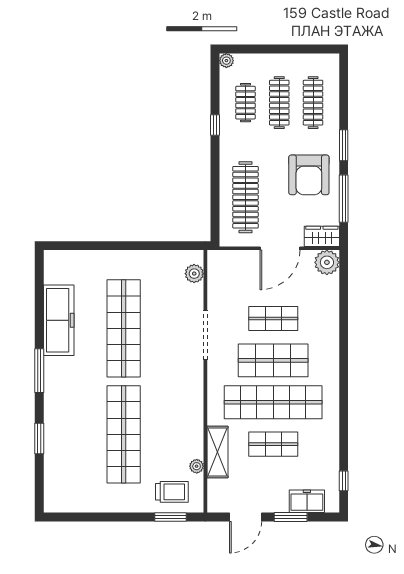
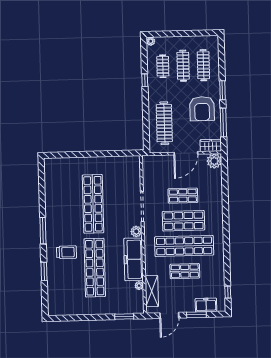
plant: (194, 274) -> (136, 231), moved
freezer: (59, 320) -> (133, 259), moved, turned 180
shelving: (217, 452) -> (152, 291), moved
trolley: (172, 492) -> (67, 252), moved

